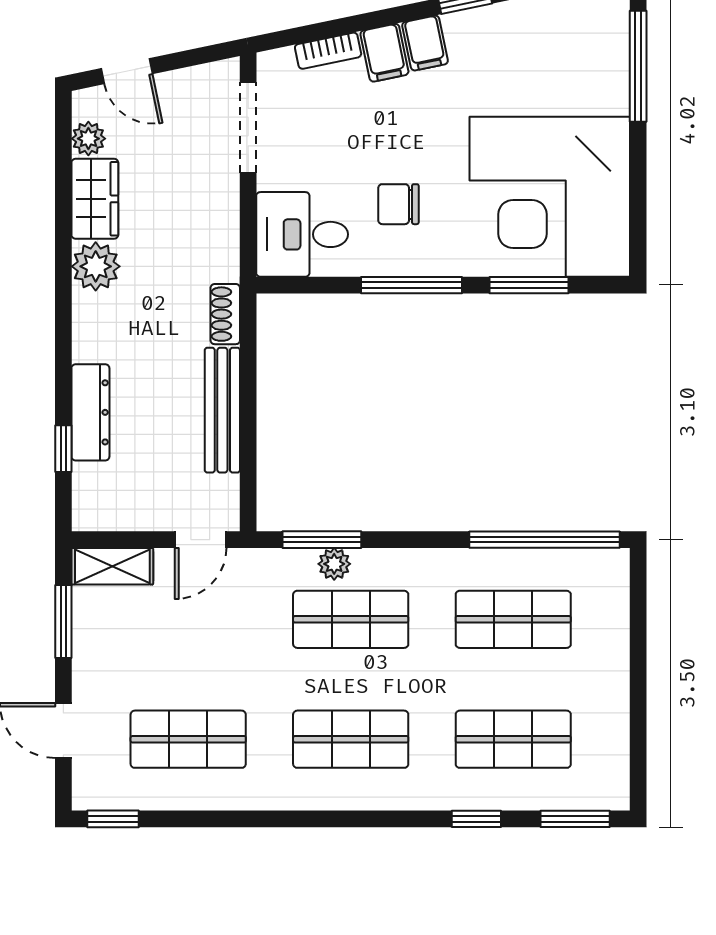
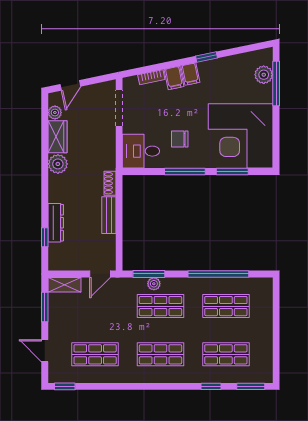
plant: (607, 45) -> (264, 75), added
door: (127, 71) -> (70, 85), hinge flipped
bench: (222, 410) -> (109, 215), width x0.73
window: (544, 540) -> (218, 274), moved

